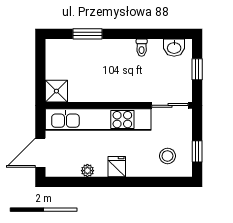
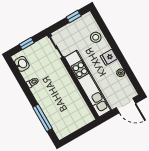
window: (87, 34) -> (43, 118), width x1.44
shower: (56, 91) -> (86, 117), removed
stool: (167, 156) -> (96, 37), moved

